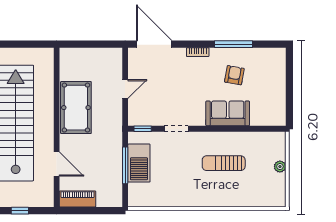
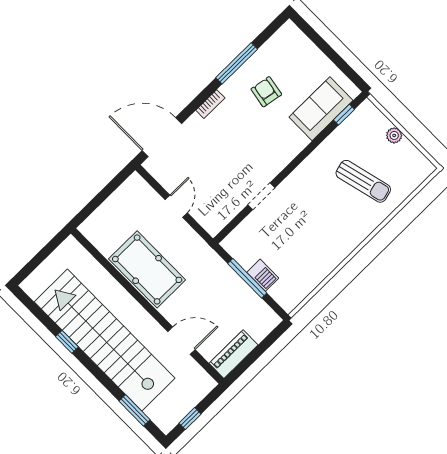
sofa: (228, 113) -> (321, 109), moved
window: (143, 129) -> (344, 115), moved
barbecue: (139, 163) -> (263, 275), width x0.53, depth x0.65
sun lounger: (224, 163) -> (363, 181), moved, turned -104

